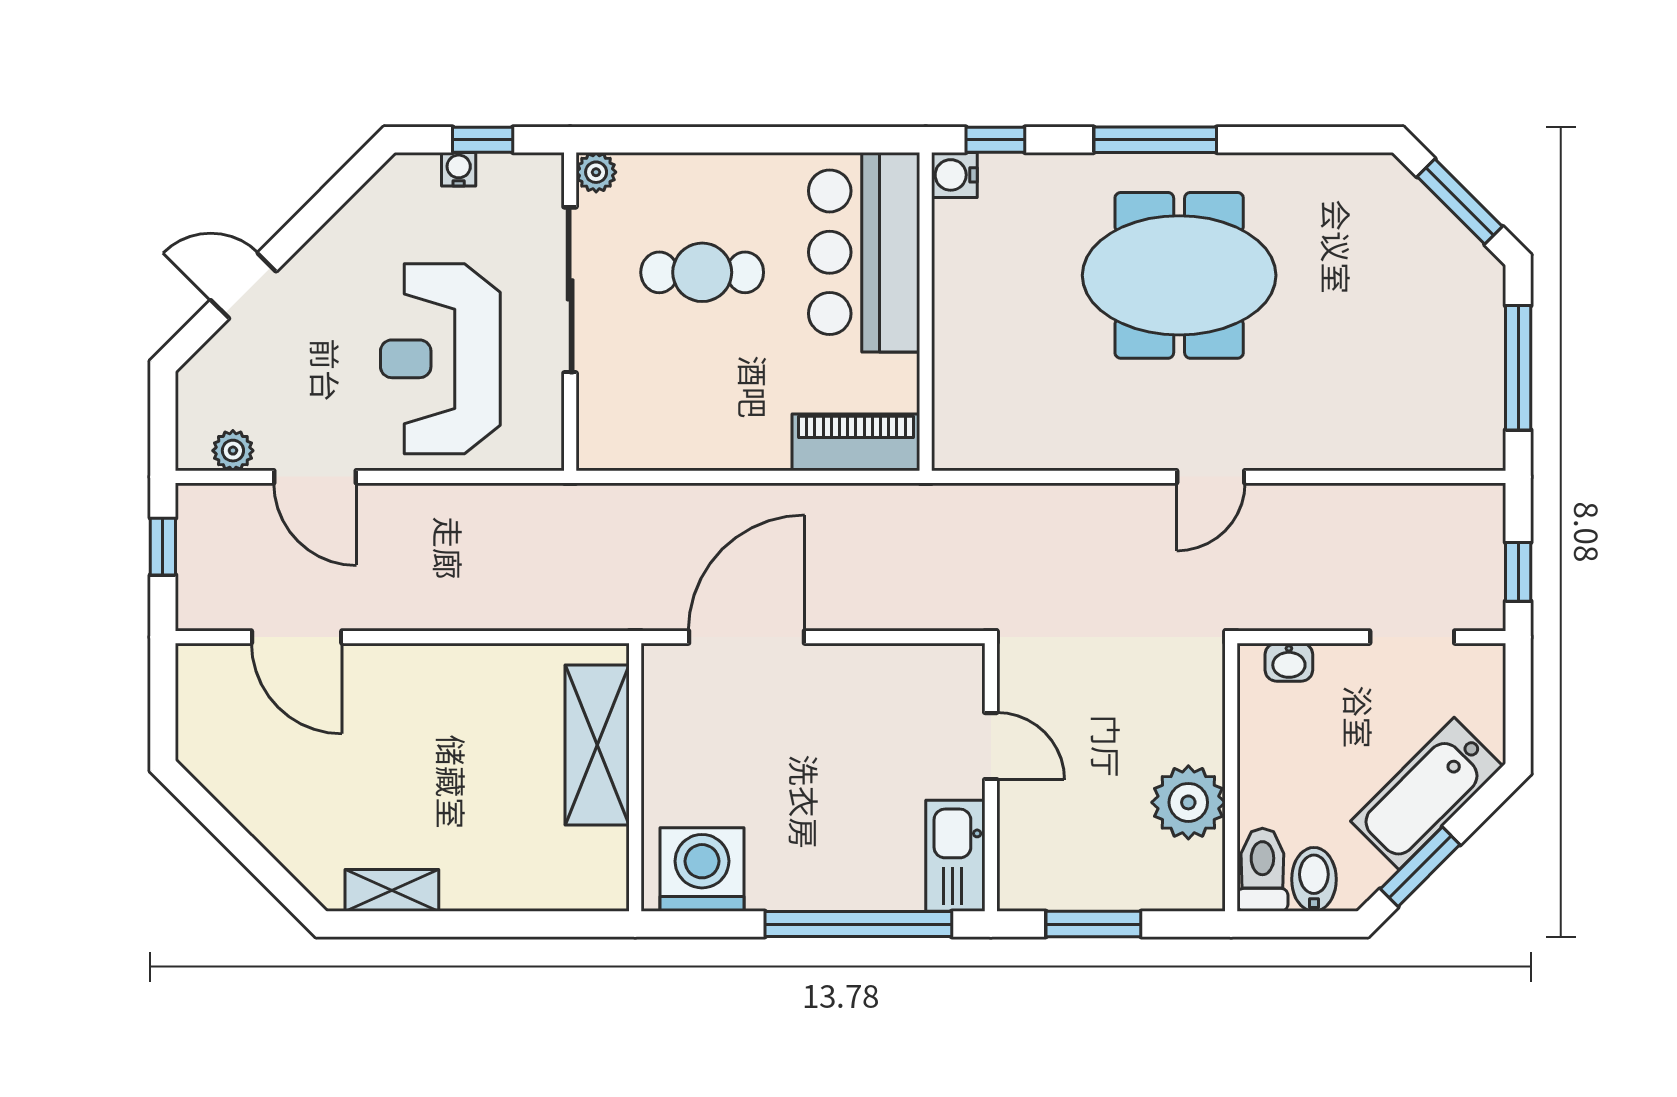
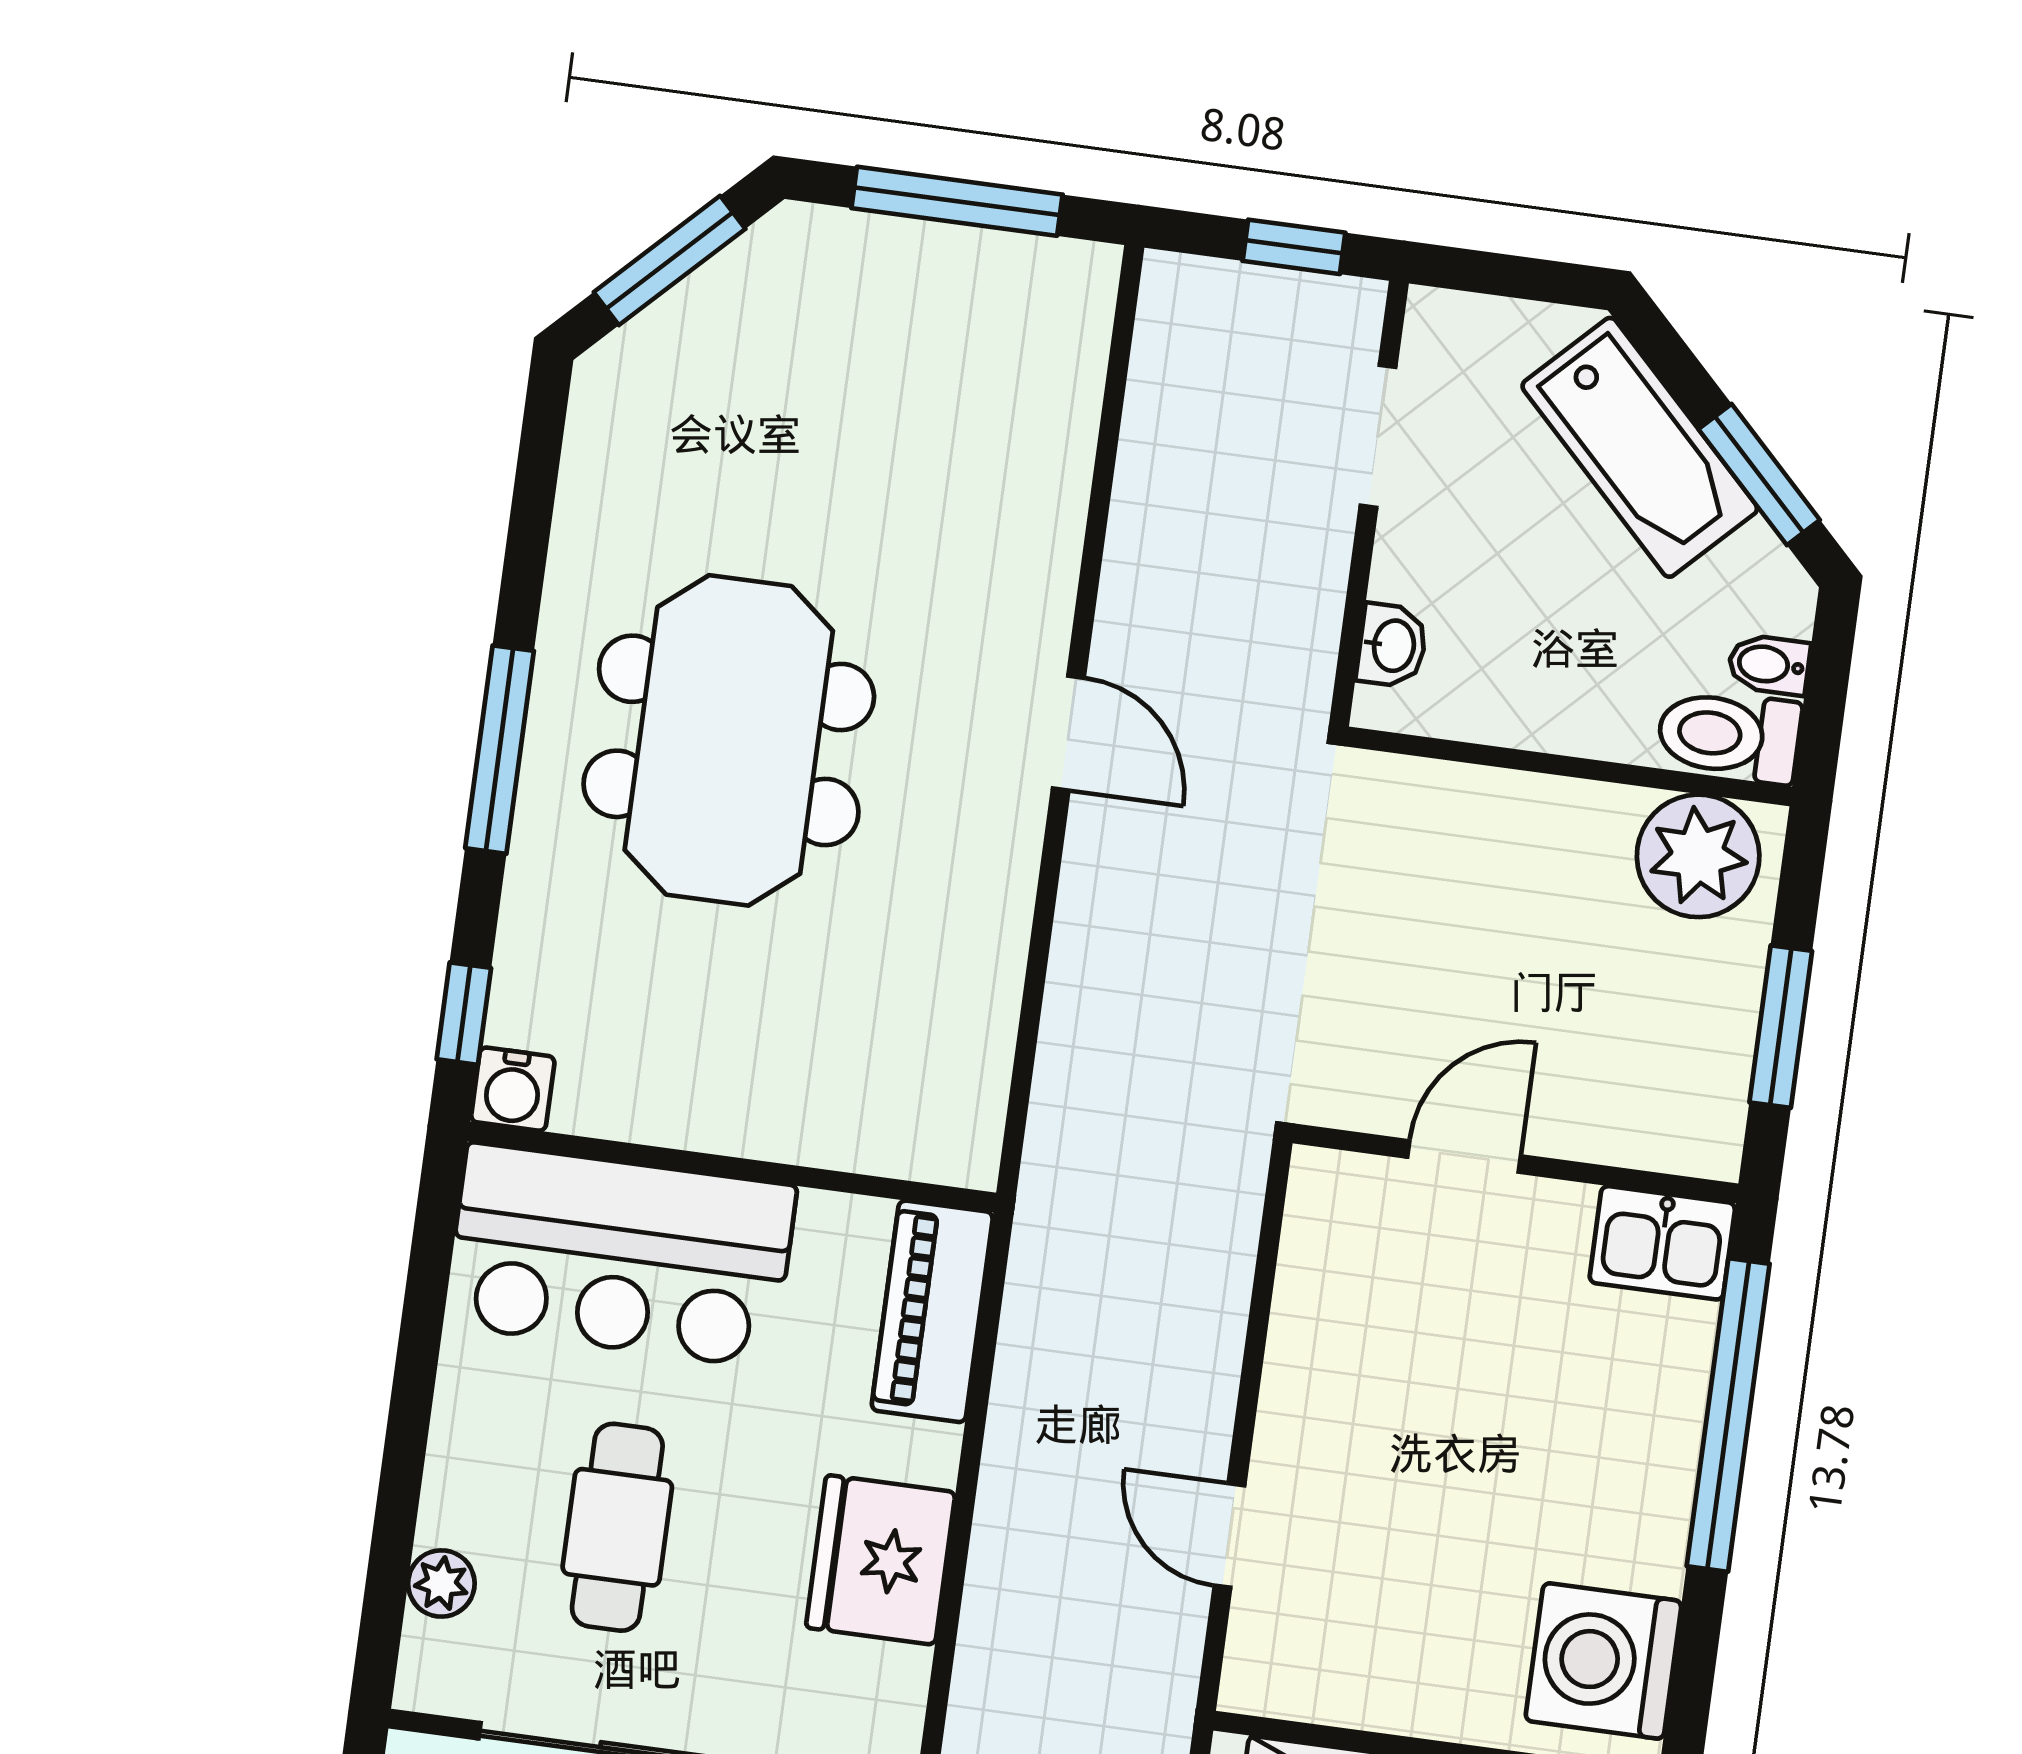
plant: (596, 172) -> (441, 1583), moved
fridge: (704, 432) -> (881, 1560), added
door: (747, 637) -> (1229, 1535), width x0.53
plant: (1188, 802) -> (1698, 856), moved
kitchen sink: (955, 856) -> (1662, 1243), width x0.73
bidet: (1314, 879) -> (1769, 665), width x0.72, depth x0.74

